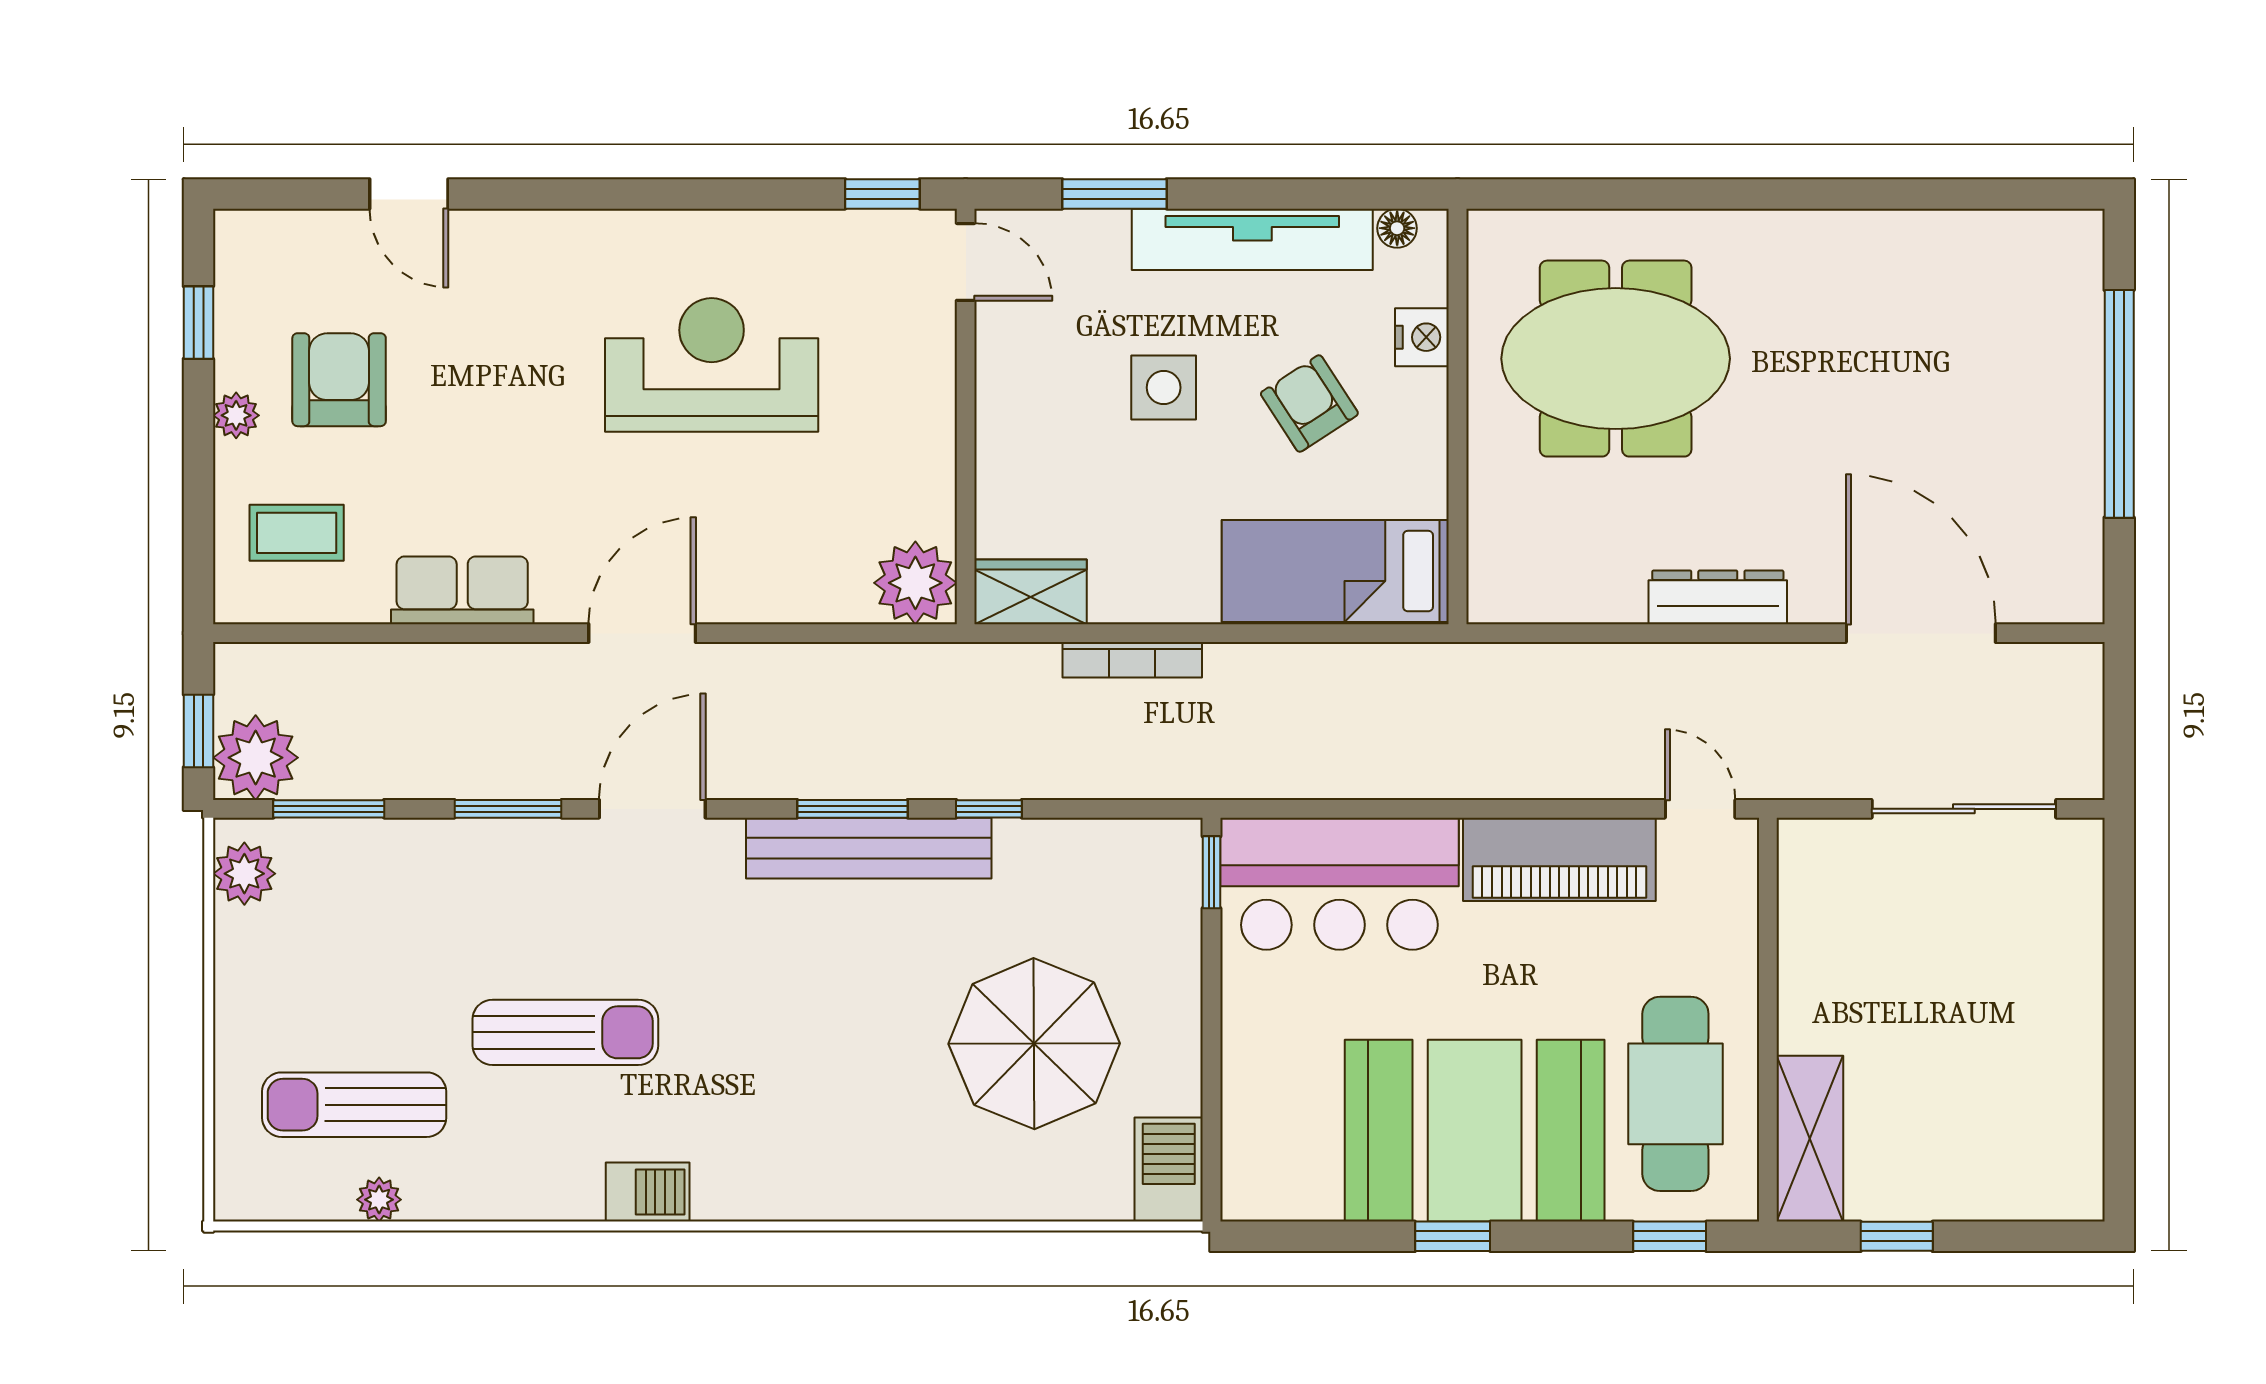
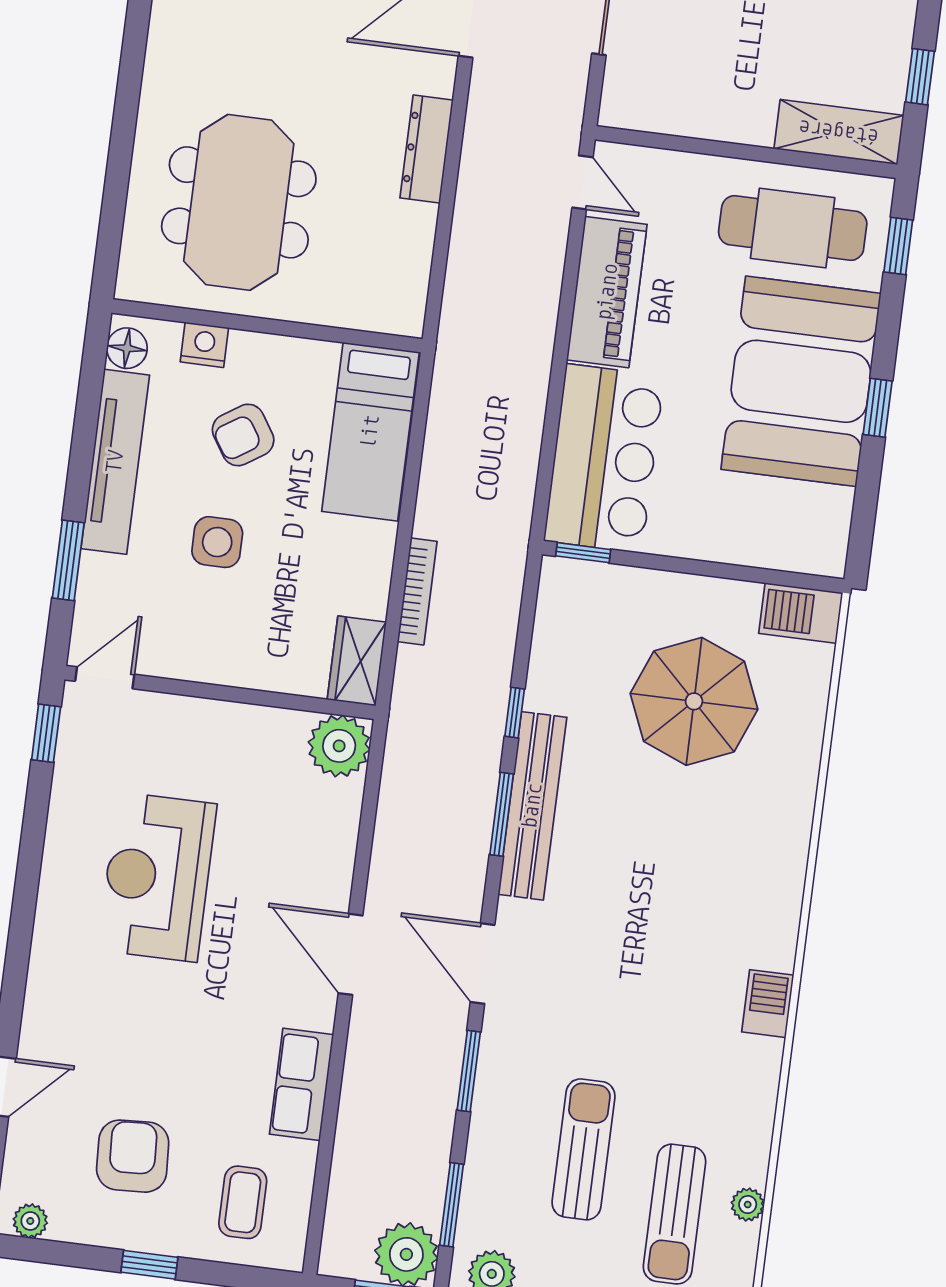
floor lamp: (1397, 228) -> (127, 348), width x1.37, depth x1.37
window: (198, 323) -> (149, 1265), moved
armchair: (339, 380) -> (133, 1156), turned 87
plant: (236, 415) -> (30, 1221), moved
door: (1700, 809) -> (583, 182), swing flipped
sun lounger: (565, 1032) -> (584, 1149), moved

